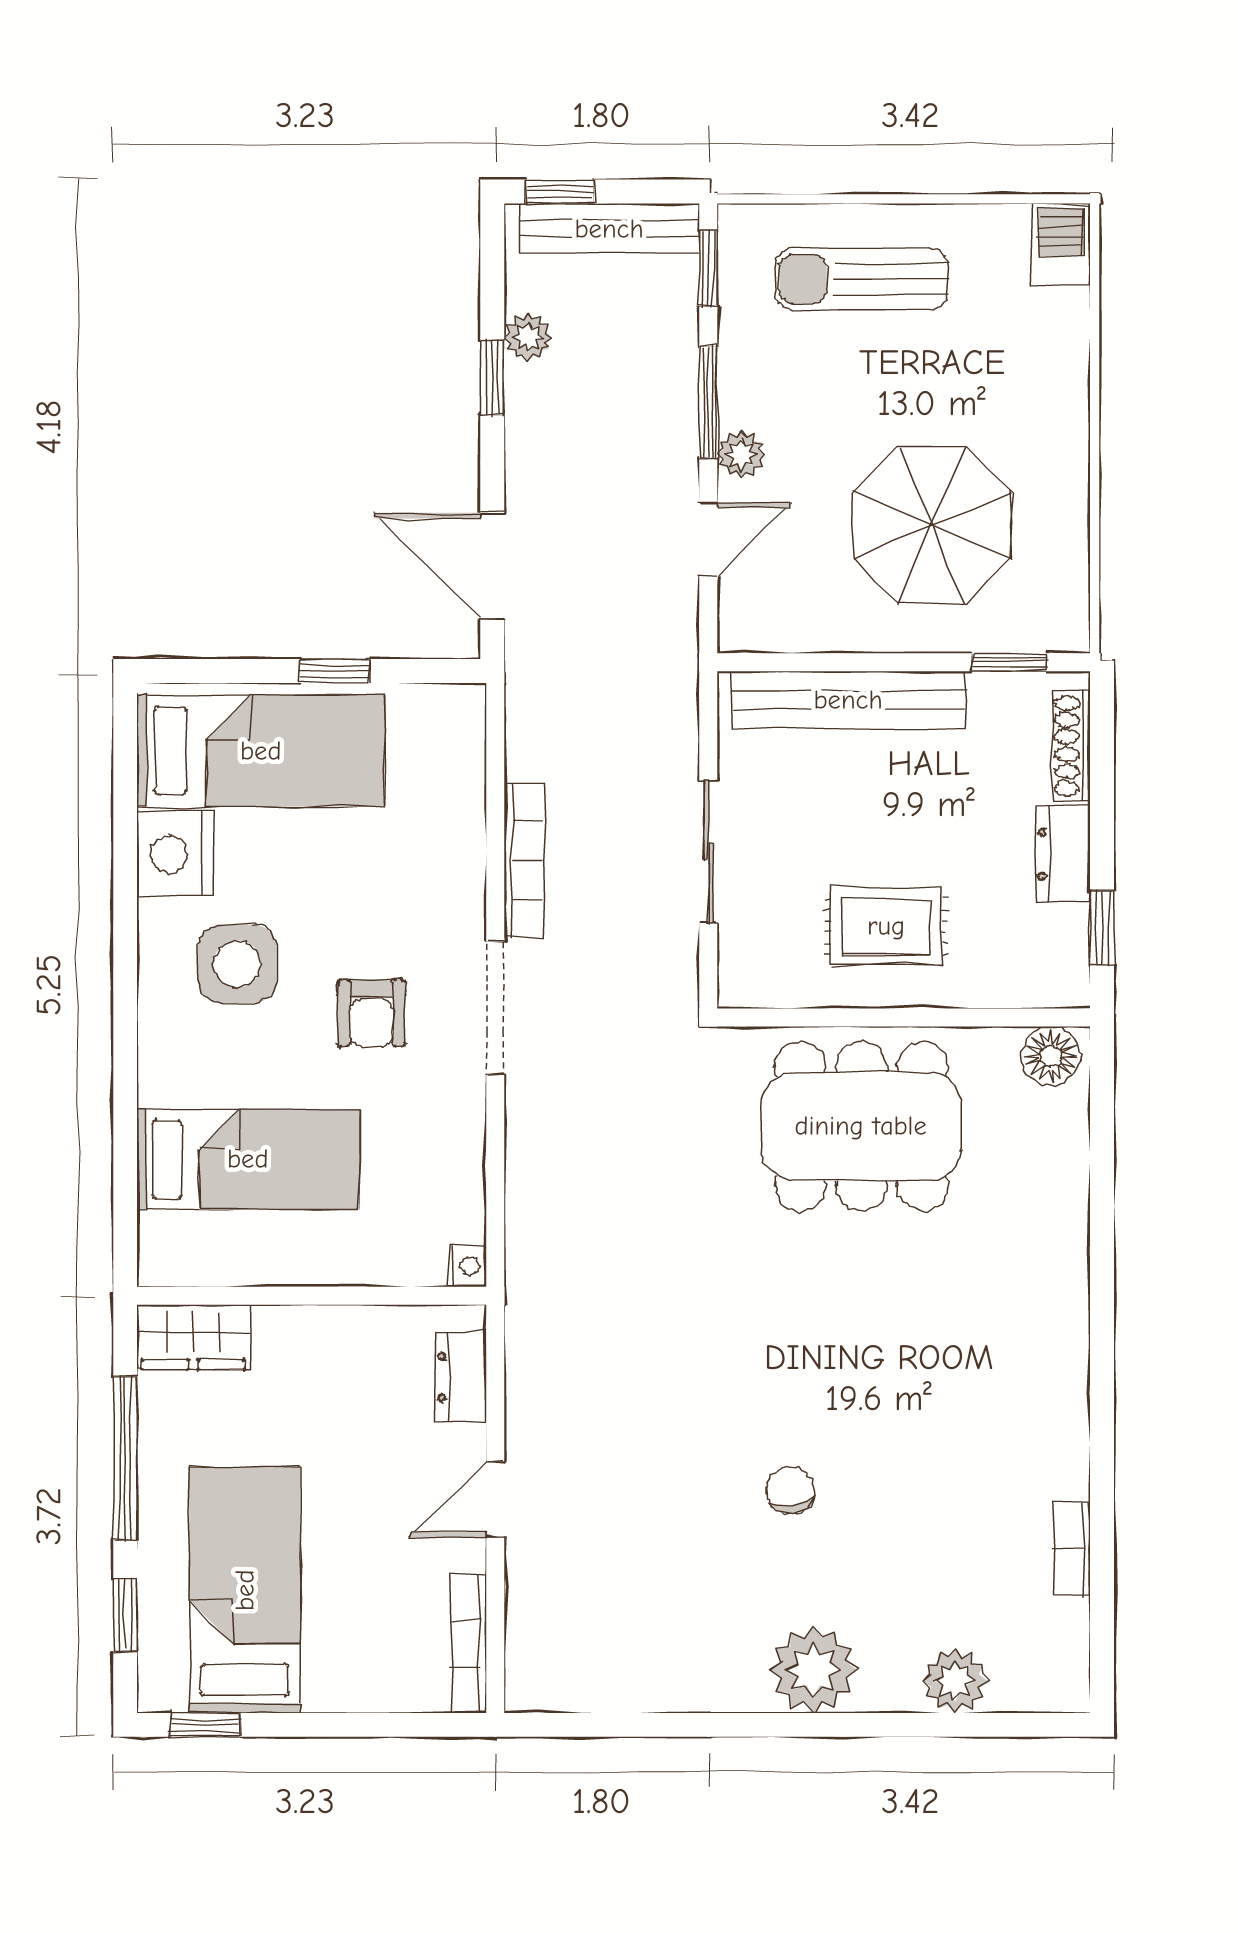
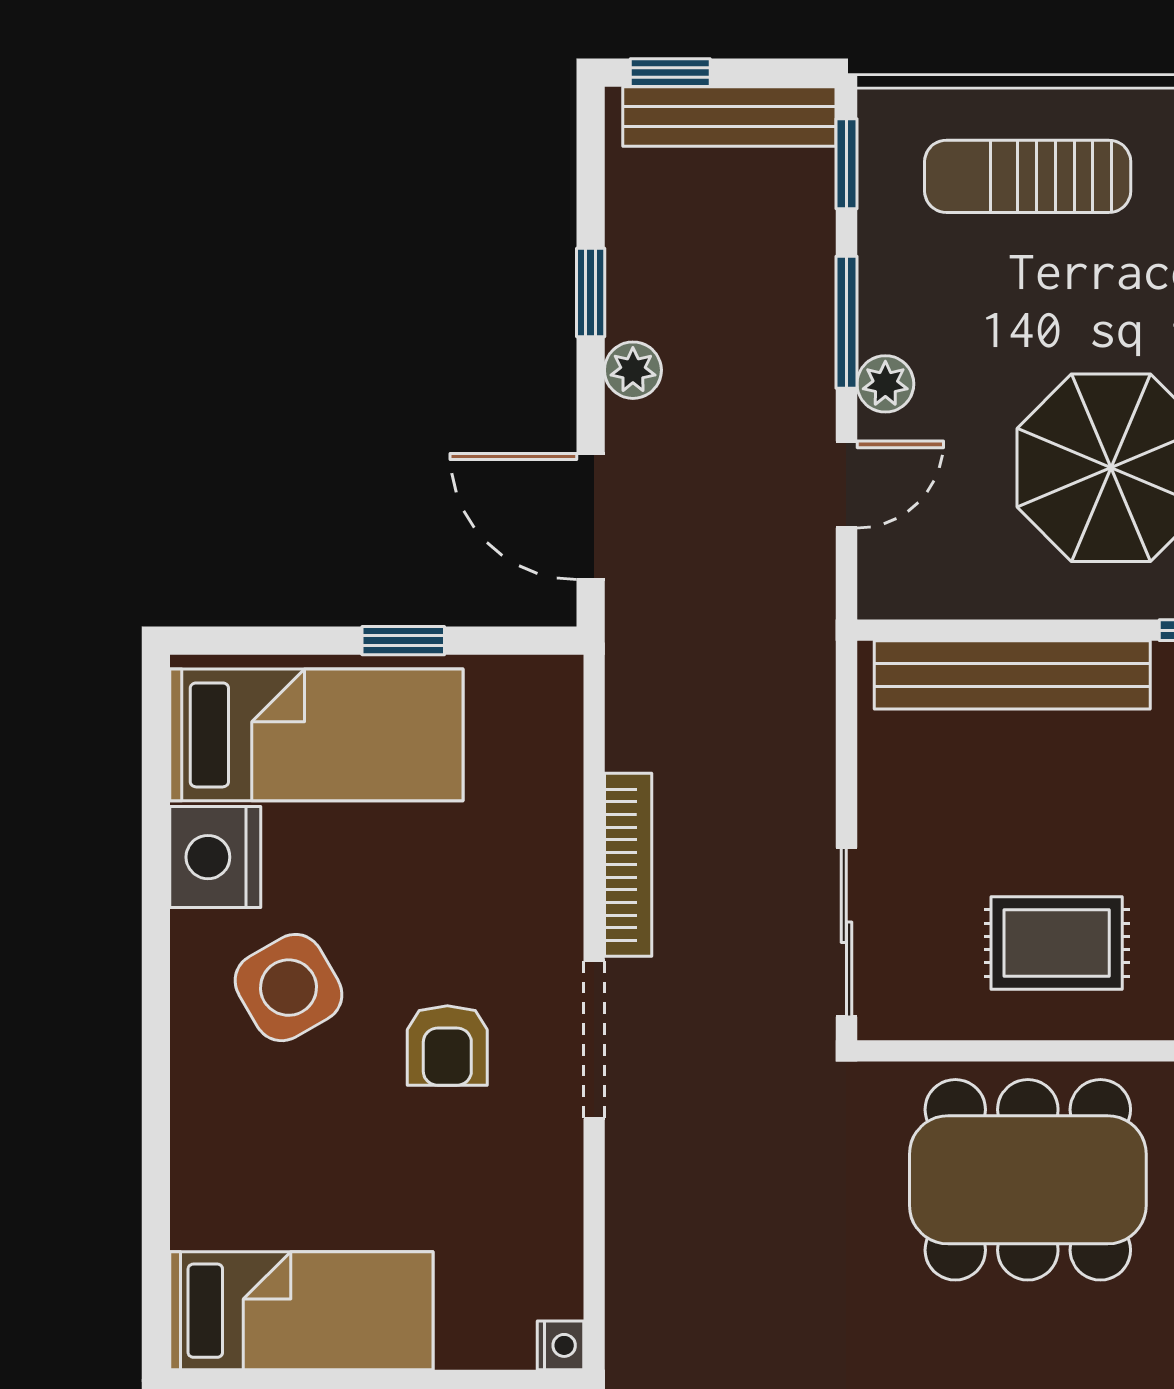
plant: (528, 337) -> (633, 370), moved
sliding door: (708, 852) -> (846, 932), moved
side table: (237, 964) -> (289, 988), turned -30
bed: (248, 1159) -> (301, 1311), moved

